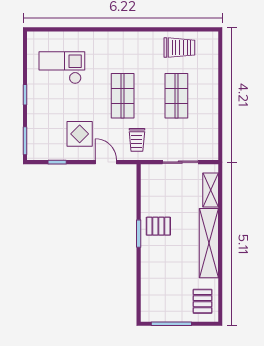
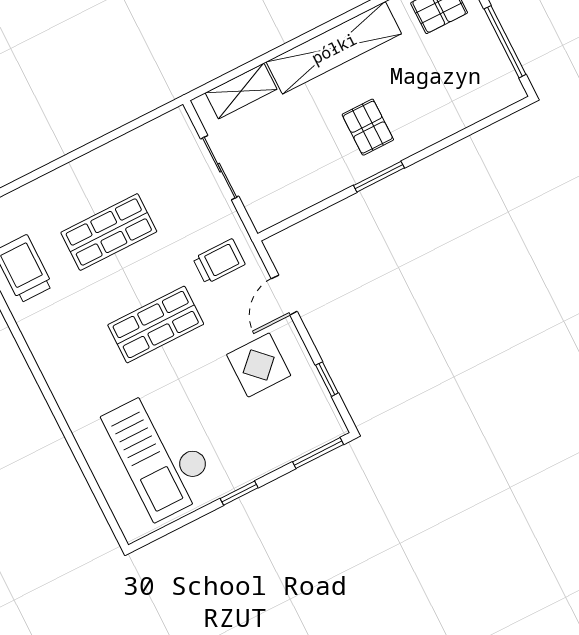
checkout: (62, 68) -> (160, 453), width x1.36, depth x1.21
pallet: (158, 226) -> (368, 127), moved

